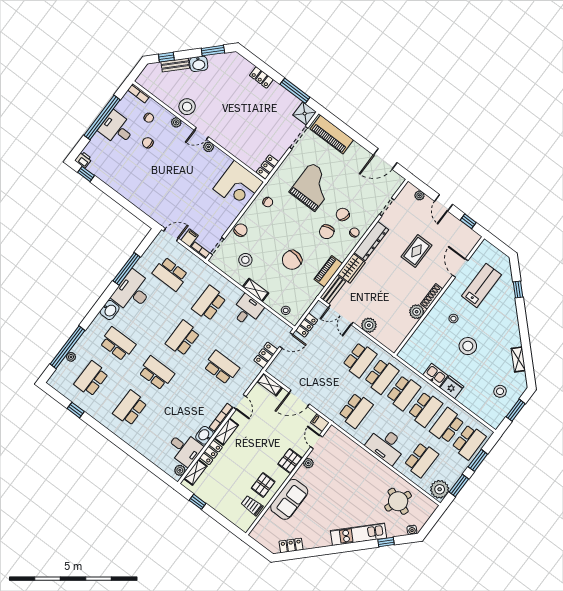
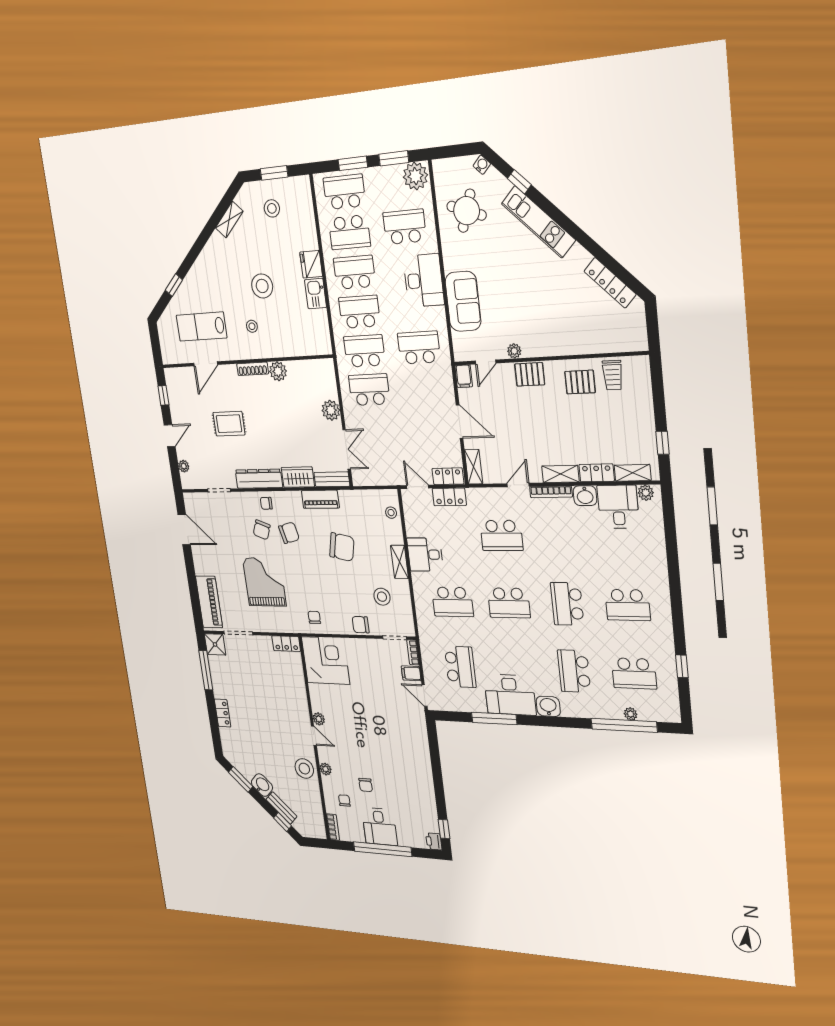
grand piano: (313, 187) -> (264, 582), turned 90
locker: (307, 325) -> (448, 476), moved
school desk: (221, 367) -> (501, 535), turned -90
sofa: (289, 499) -> (463, 301), moved, turned 90
locker: (291, 545) -> (610, 283), width x1.53

